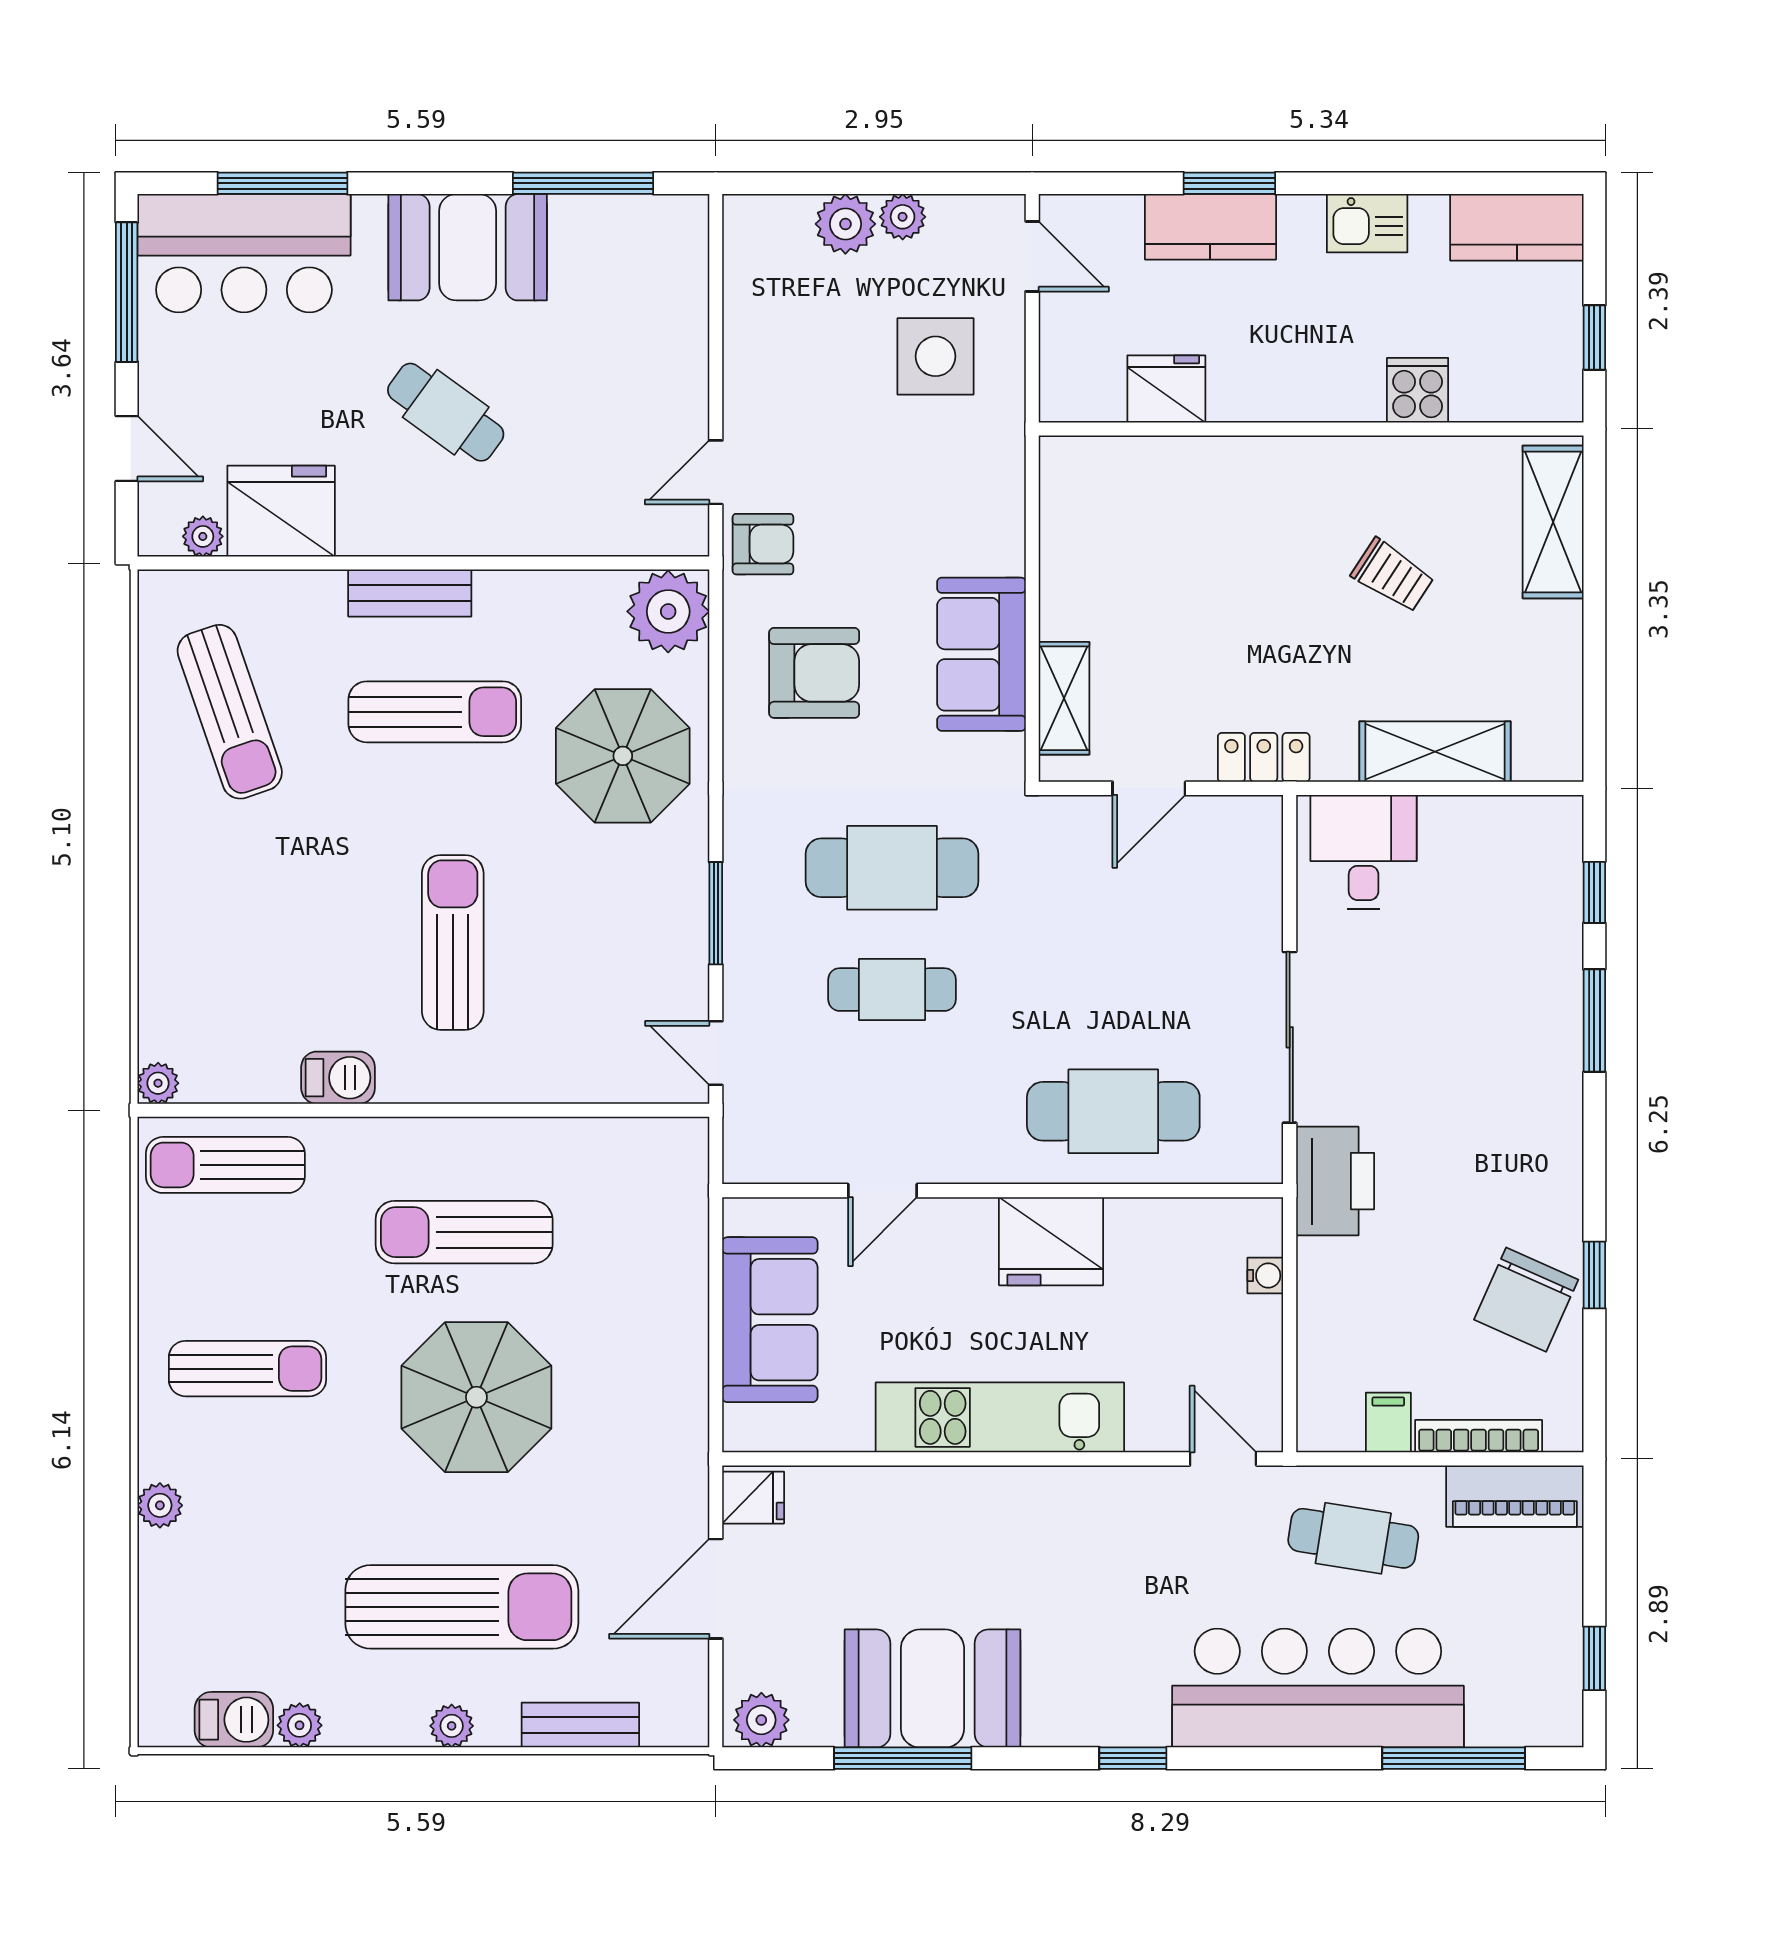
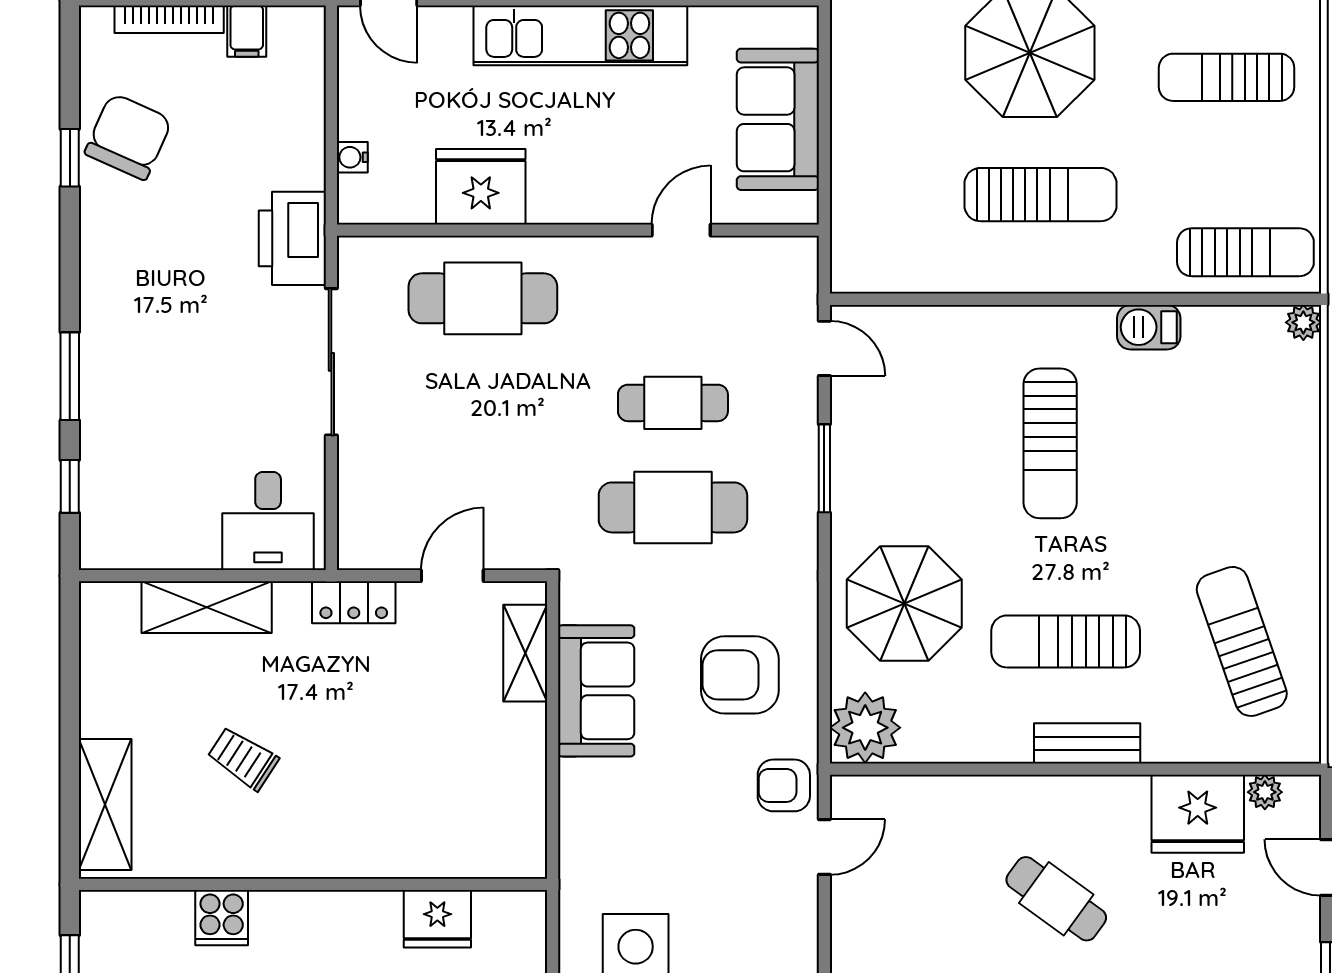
fridge: (1051, 1241) -> (481, 187), moved

